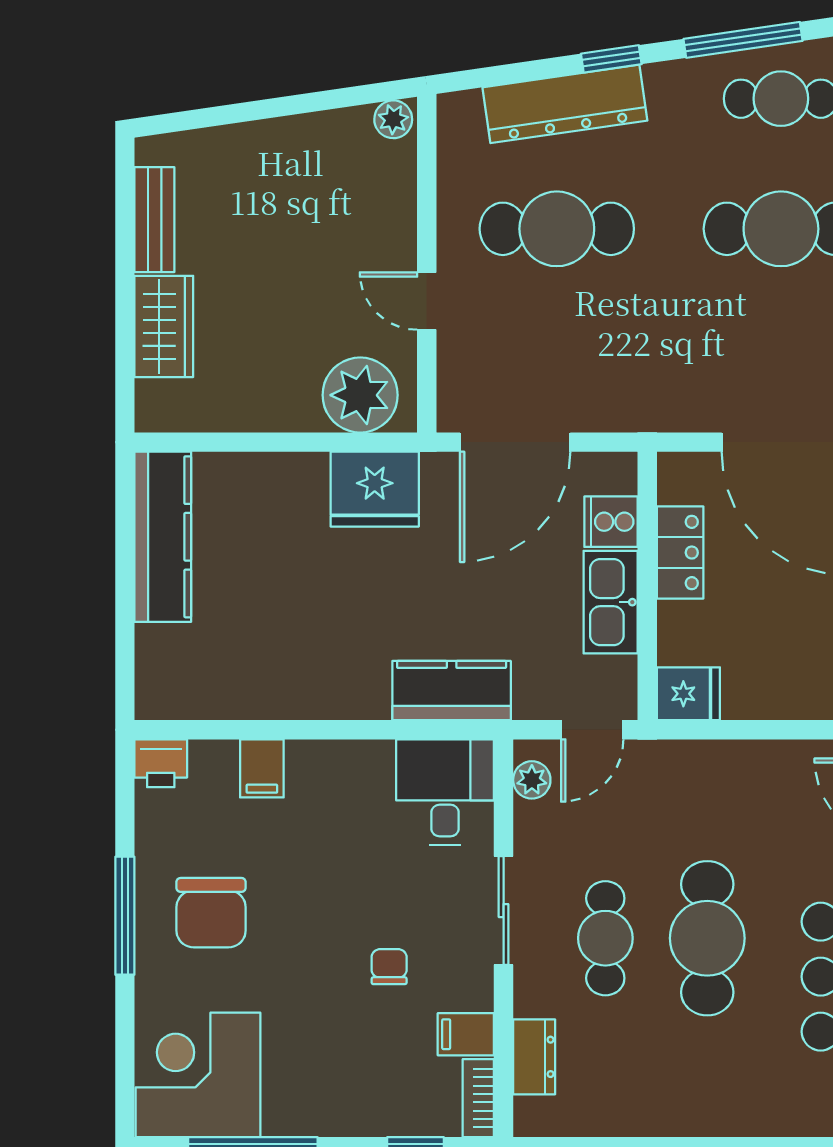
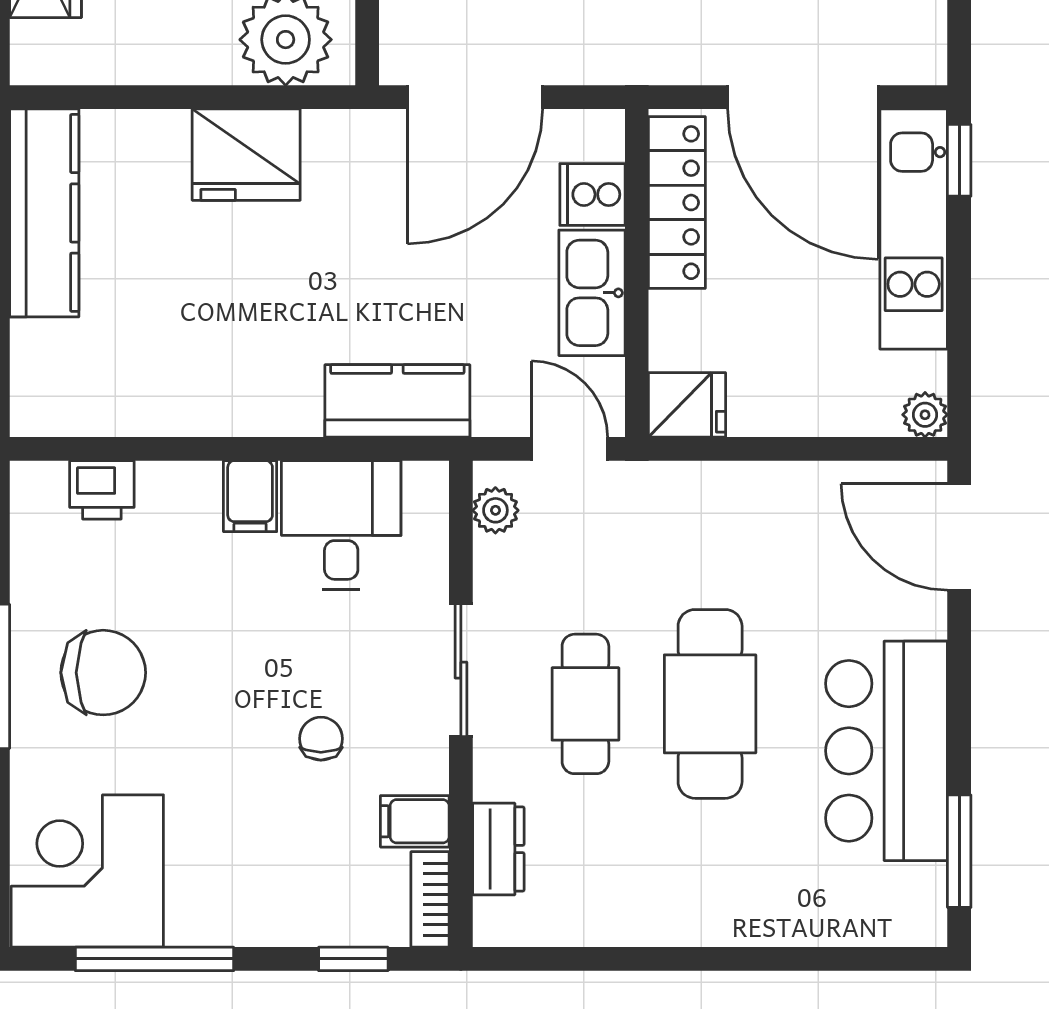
fridge: (375, 489) -> (246, 155), moved
locker: (680, 553) -> (677, 203), width x1.53
door: (592, 730) -> (569, 449), swing flipped
printer: (161, 763) -> (102, 490), moved
filing cabinet: (262, 768) -> (250, 496), moved
desk: (445, 792) -> (341, 525), moved
chair: (211, 913) -> (103, 673), turned -90

